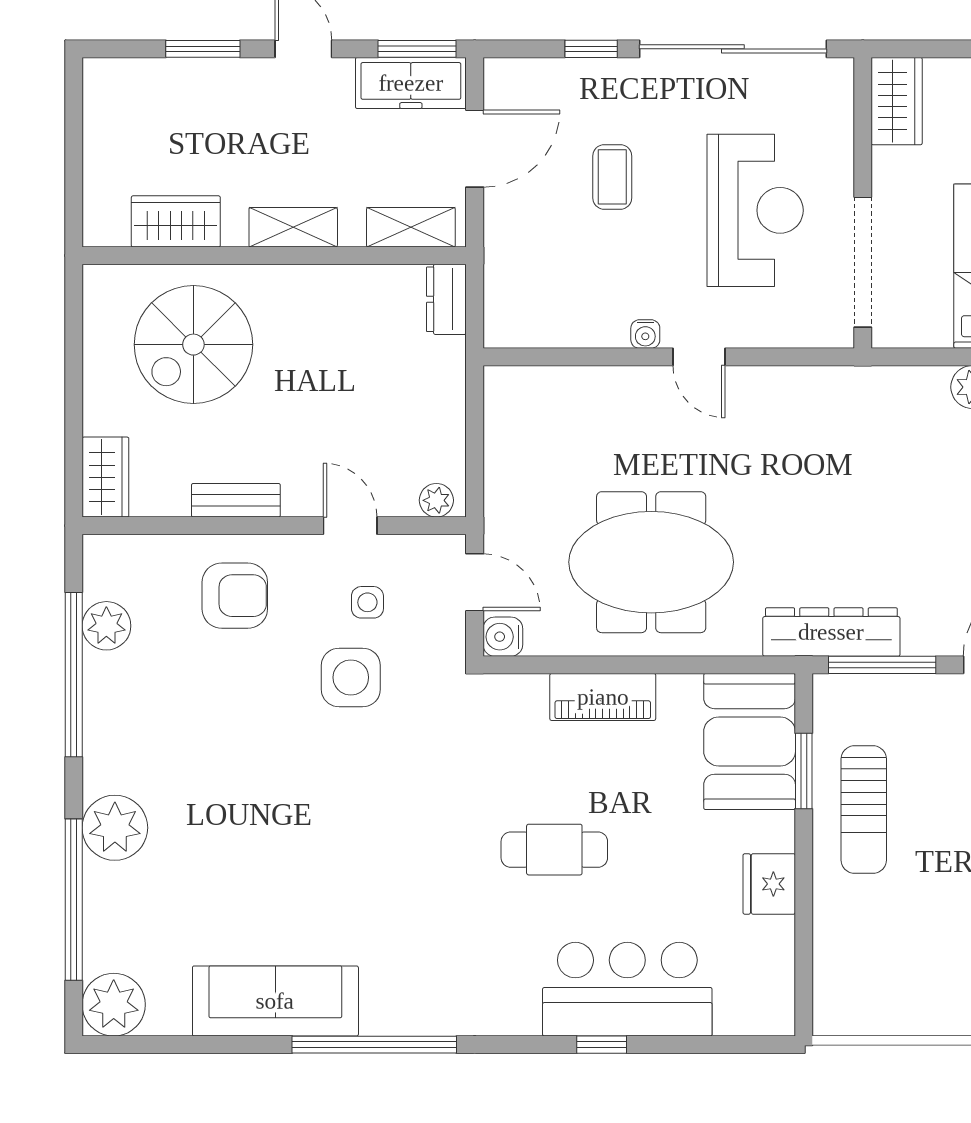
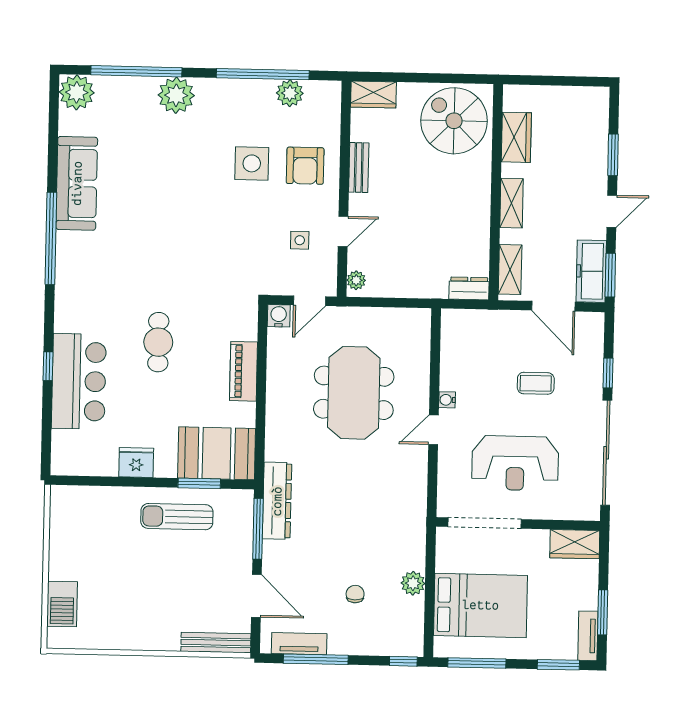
spiral stairs: (193, 345) -> (454, 121), moved
meeting table: (651, 562) -> (354, 393), moved
side table: (351, 677) -> (252, 163), moved

